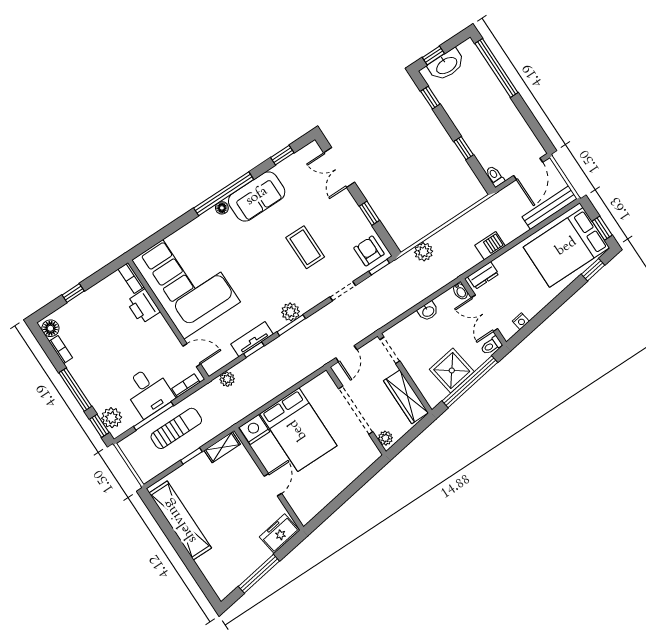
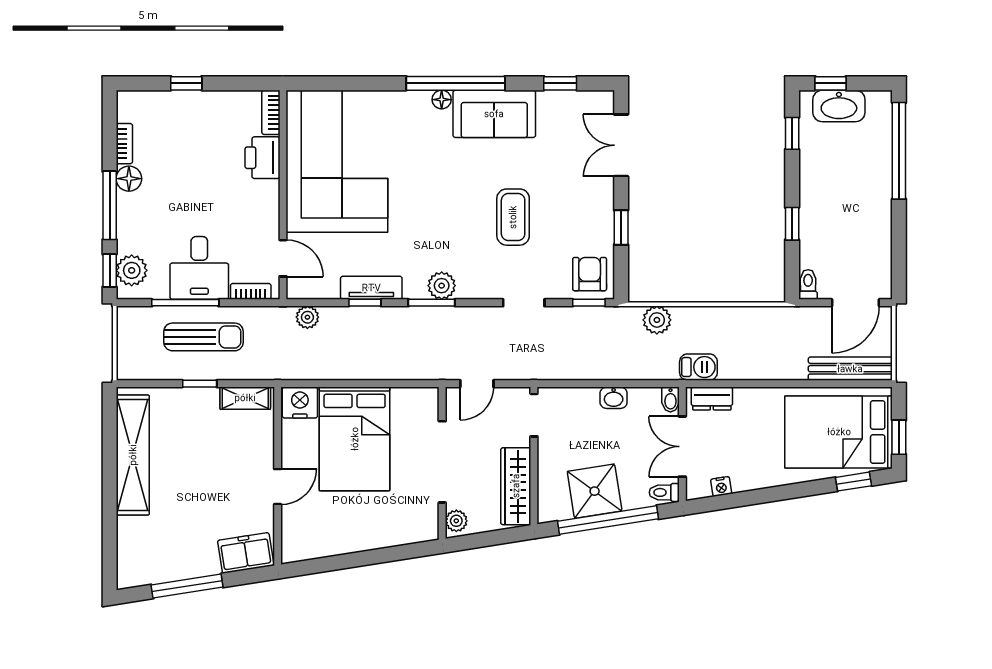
barbecue: (490, 246) -> (698, 367), moved
floor lamp: (50, 328) -> (129, 179), moved

